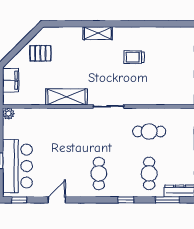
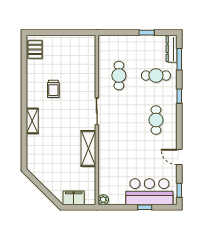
pallet: (40, 53) -> (35, 49), moved
cafe table: (99, 173) -> (156, 120), turned 90

